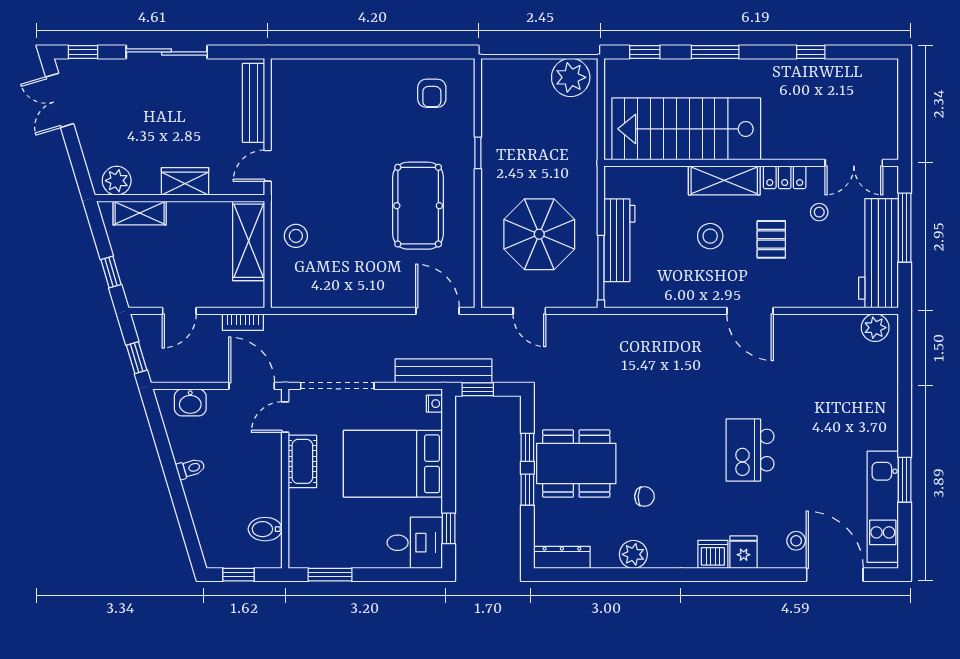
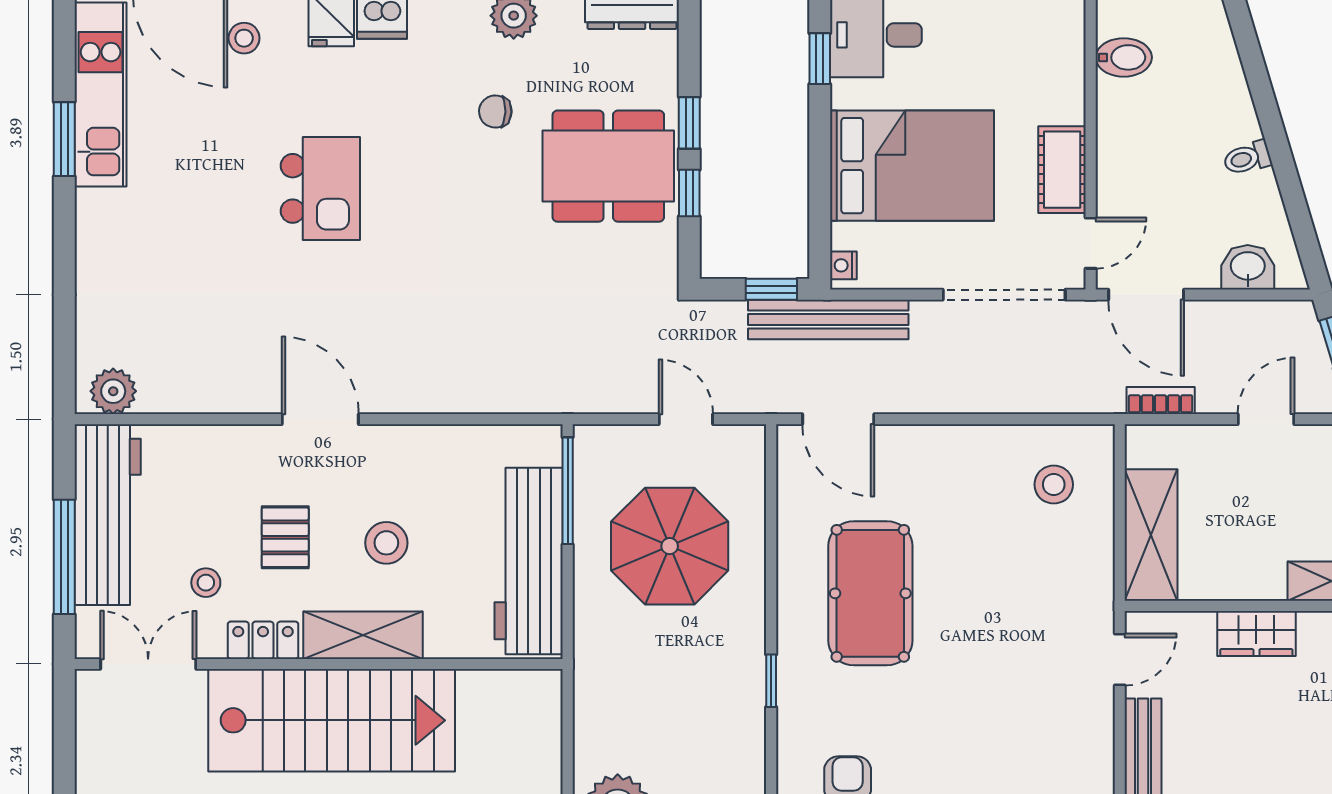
stairs: (686, 129) -> (332, 720), moved
stool: (296, 236) -> (1054, 485), moved
workbench: (619, 240) -> (529, 561), width x1.36, depth x1.32

